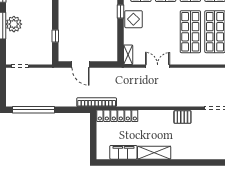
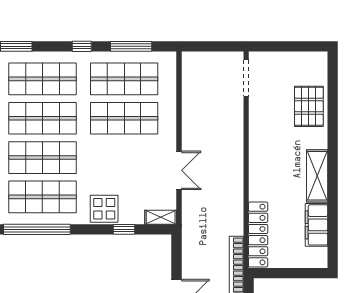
window: (121, 12) -> (124, 229), moved
double door: (158, 66) -> (179, 170), swing flipped
pallet: (182, 117) -> (309, 106), moved, width x1.50, depth x1.42

